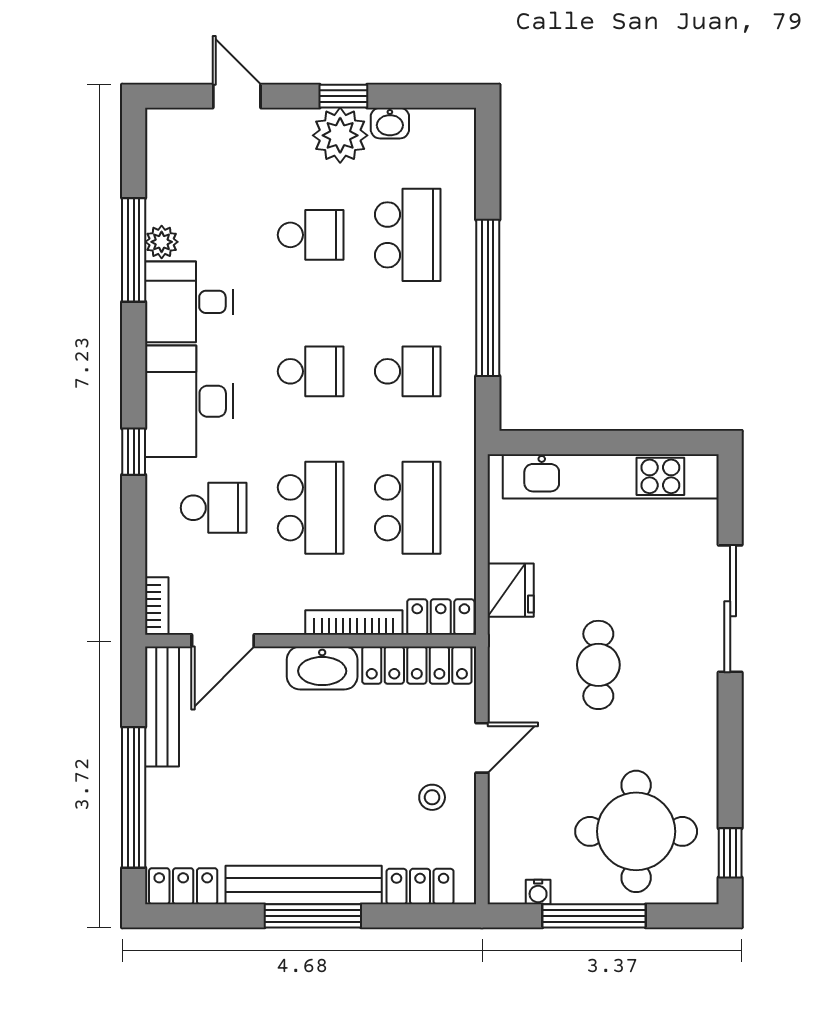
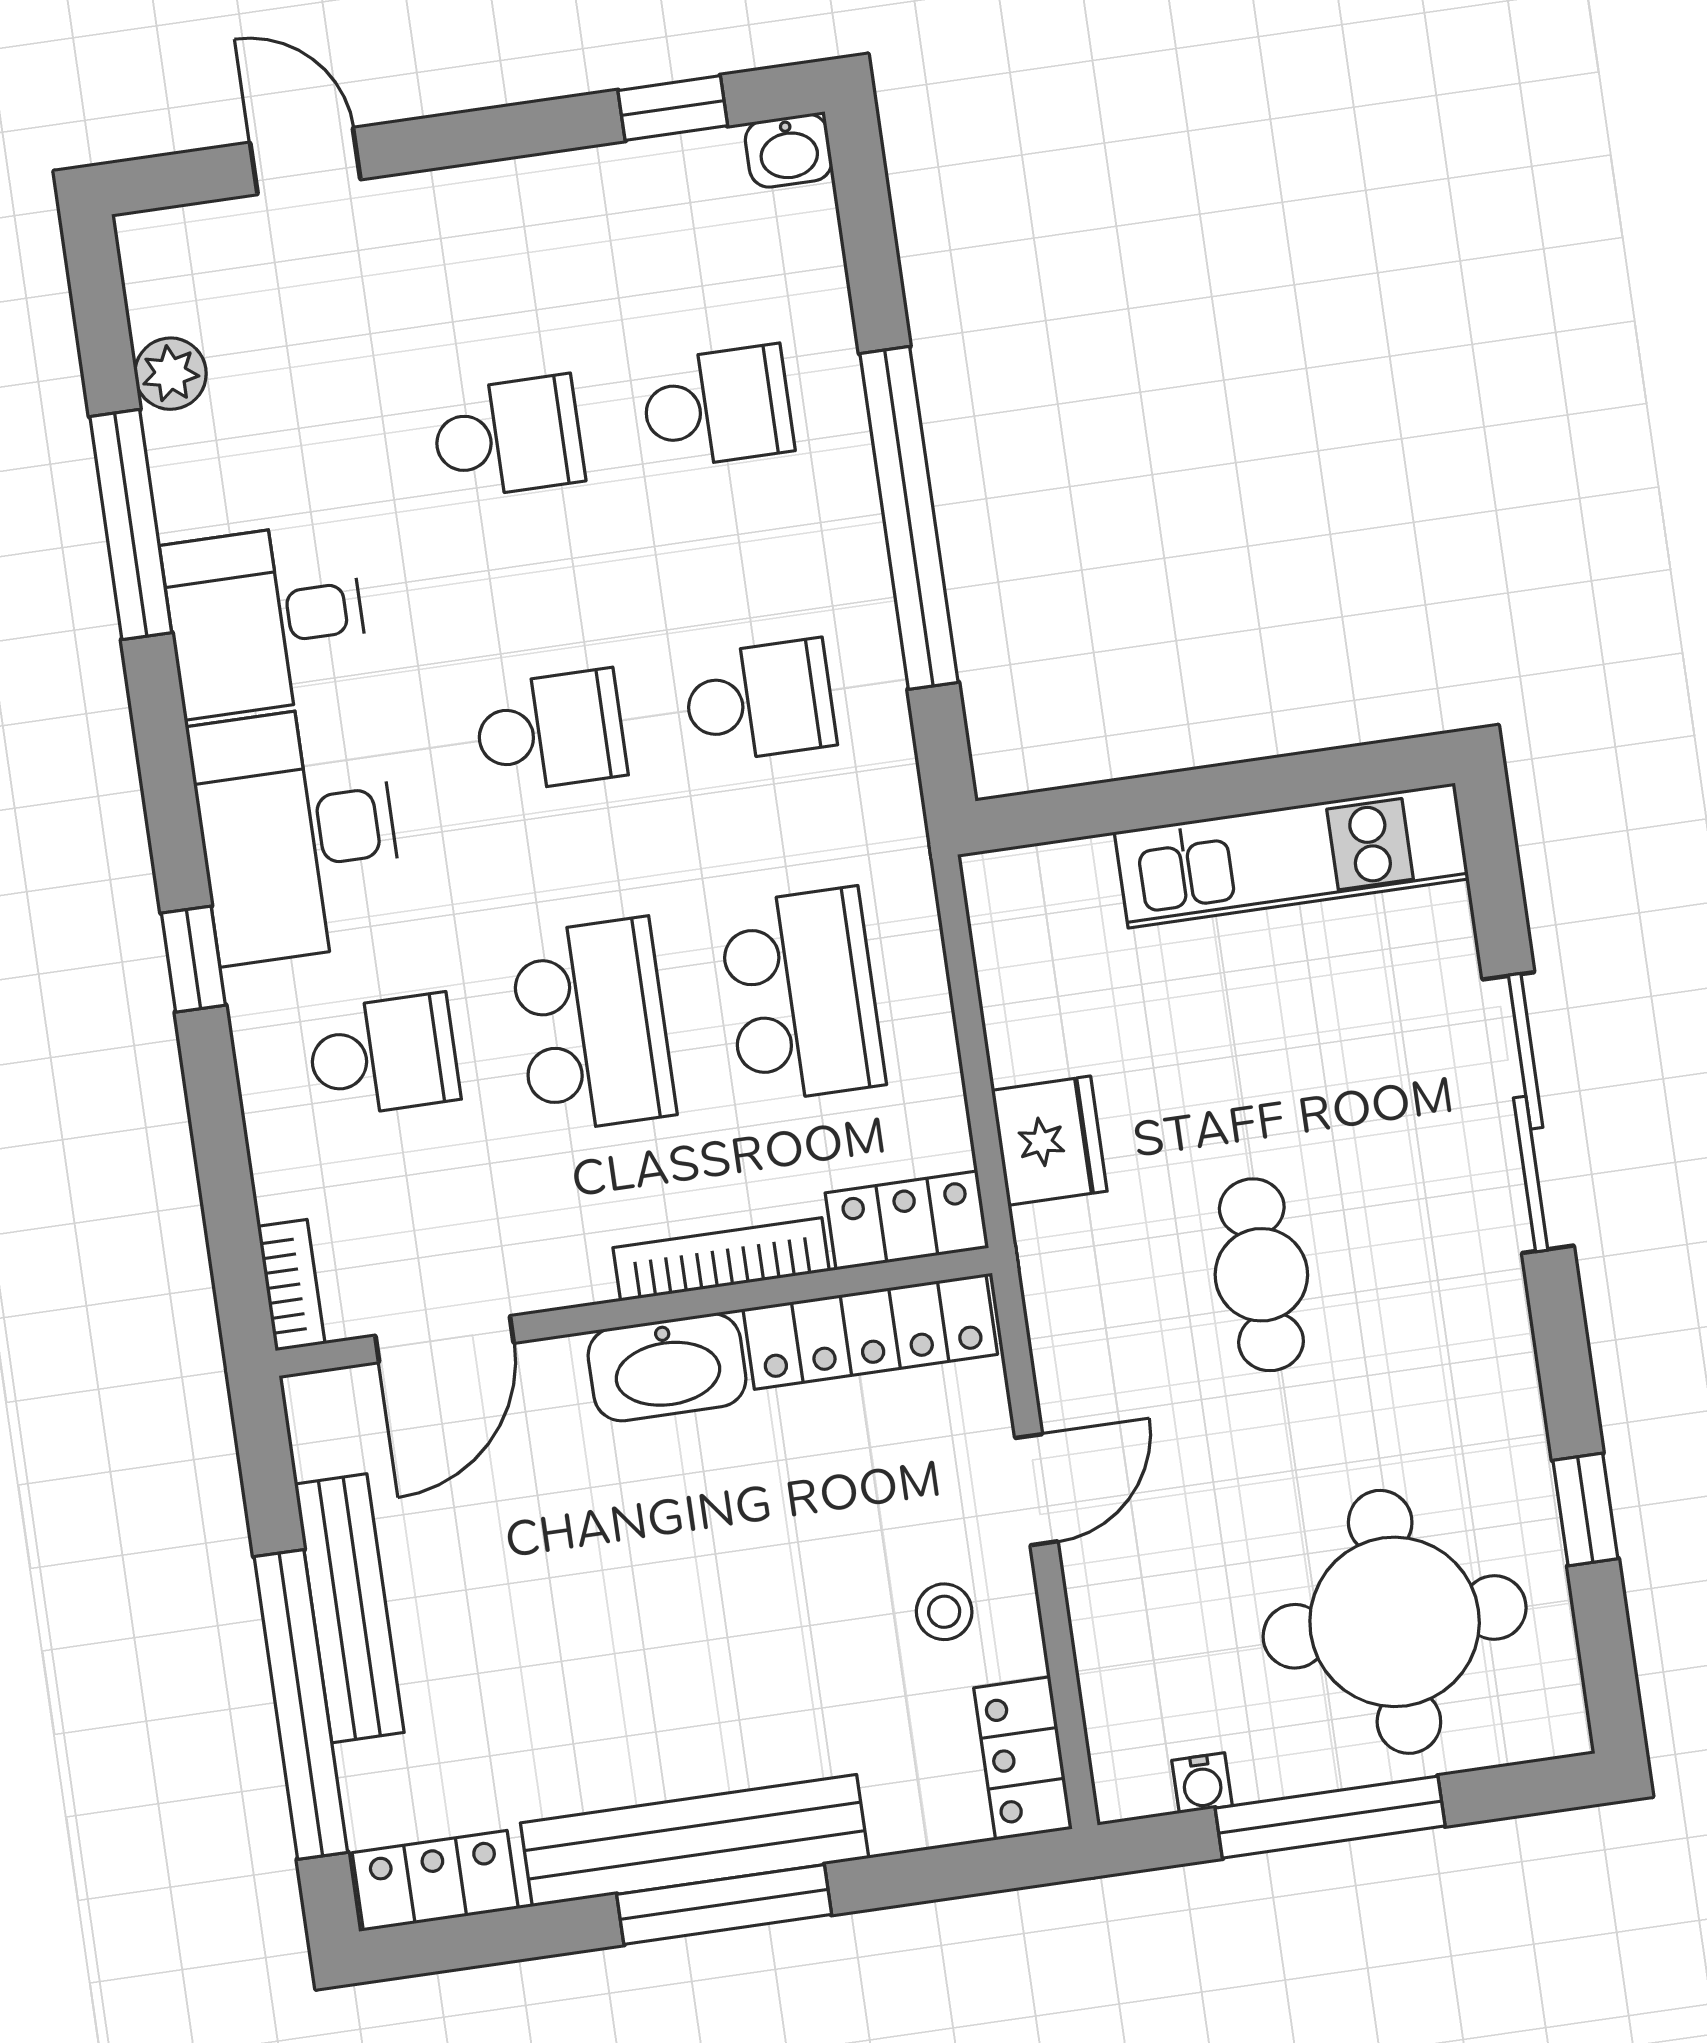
window: (343, 96) -> (673, 108), moved
washbasin: (390, 123) -> (789, 151), moved
plant: (340, 135) -> (540, 213), removed
school desk: (408, 235) -> (717, 407), width x0.54
plant: (162, 242) -> (170, 374), moved
kitchen unit: (611, 476) -> (1292, 855), width x0.73
bench: (162, 706) -> (349, 1608), moved
window: (730, 853) -> (1585, 1510), moved
locker: (420, 887) -> (1023, 1758), moved, turned -90

